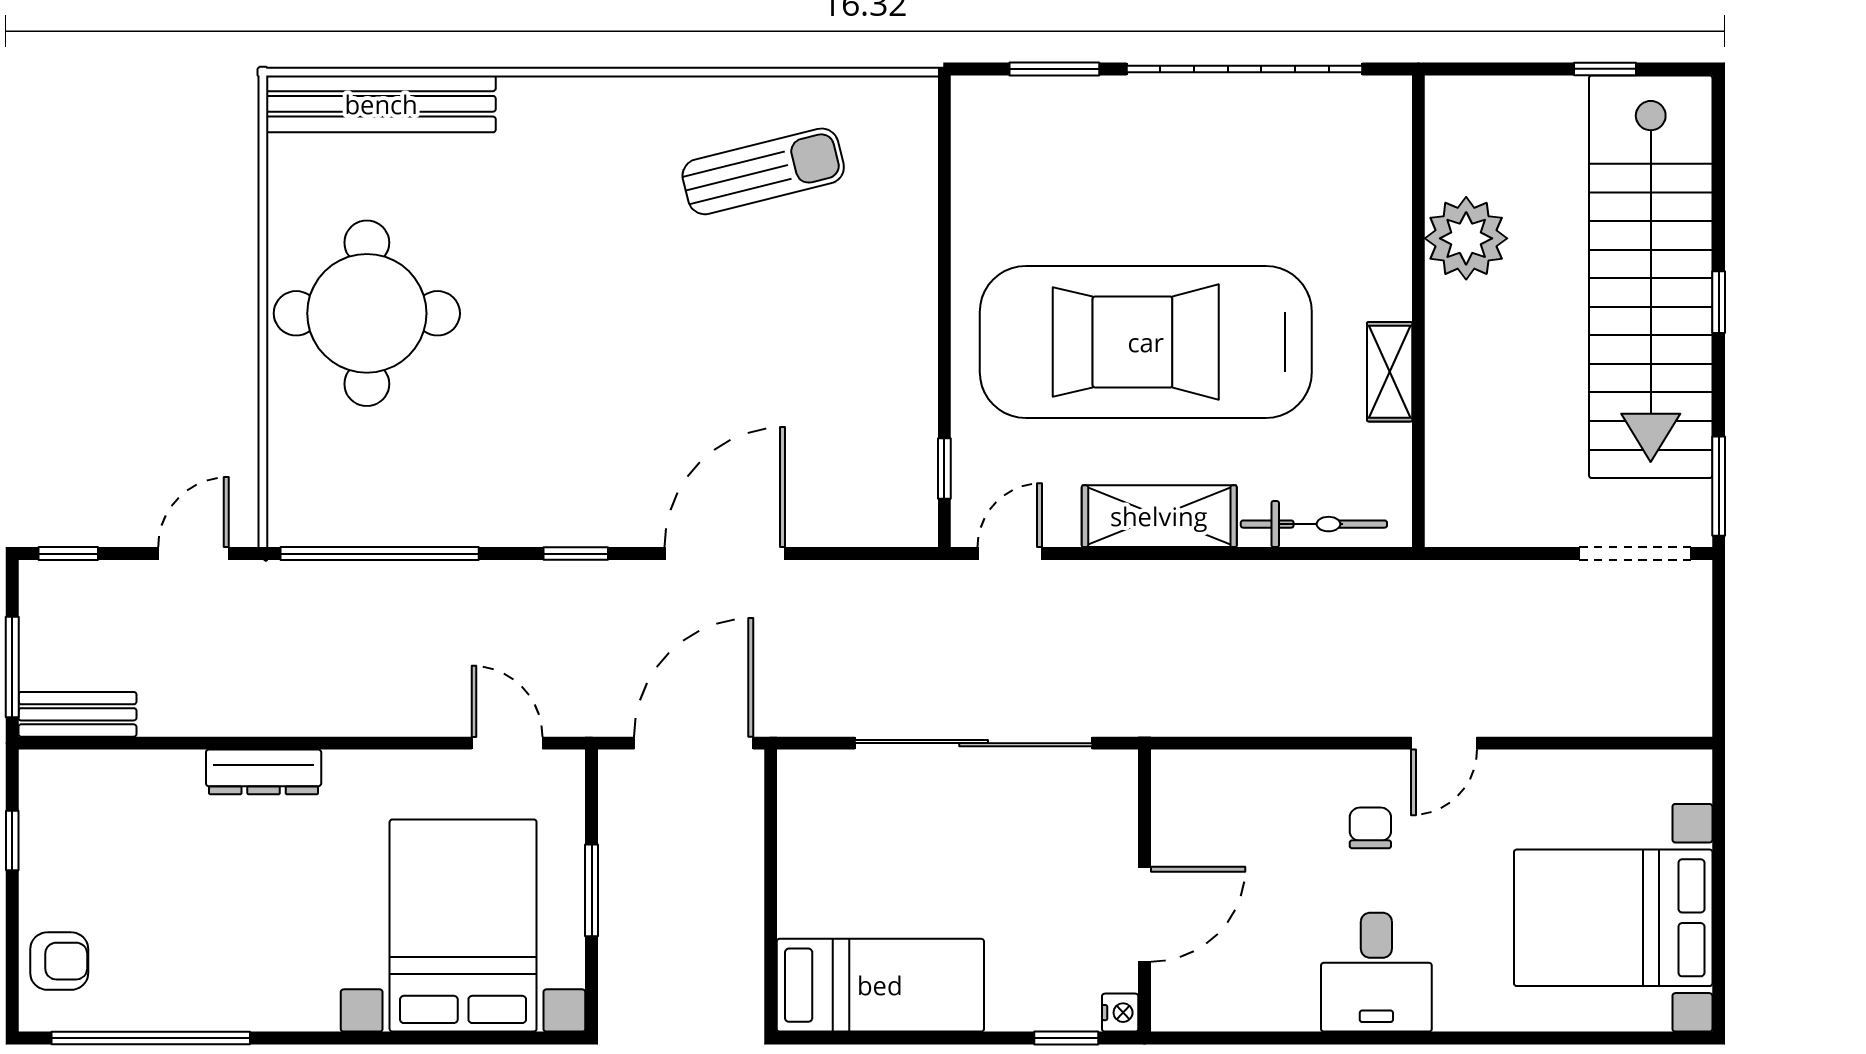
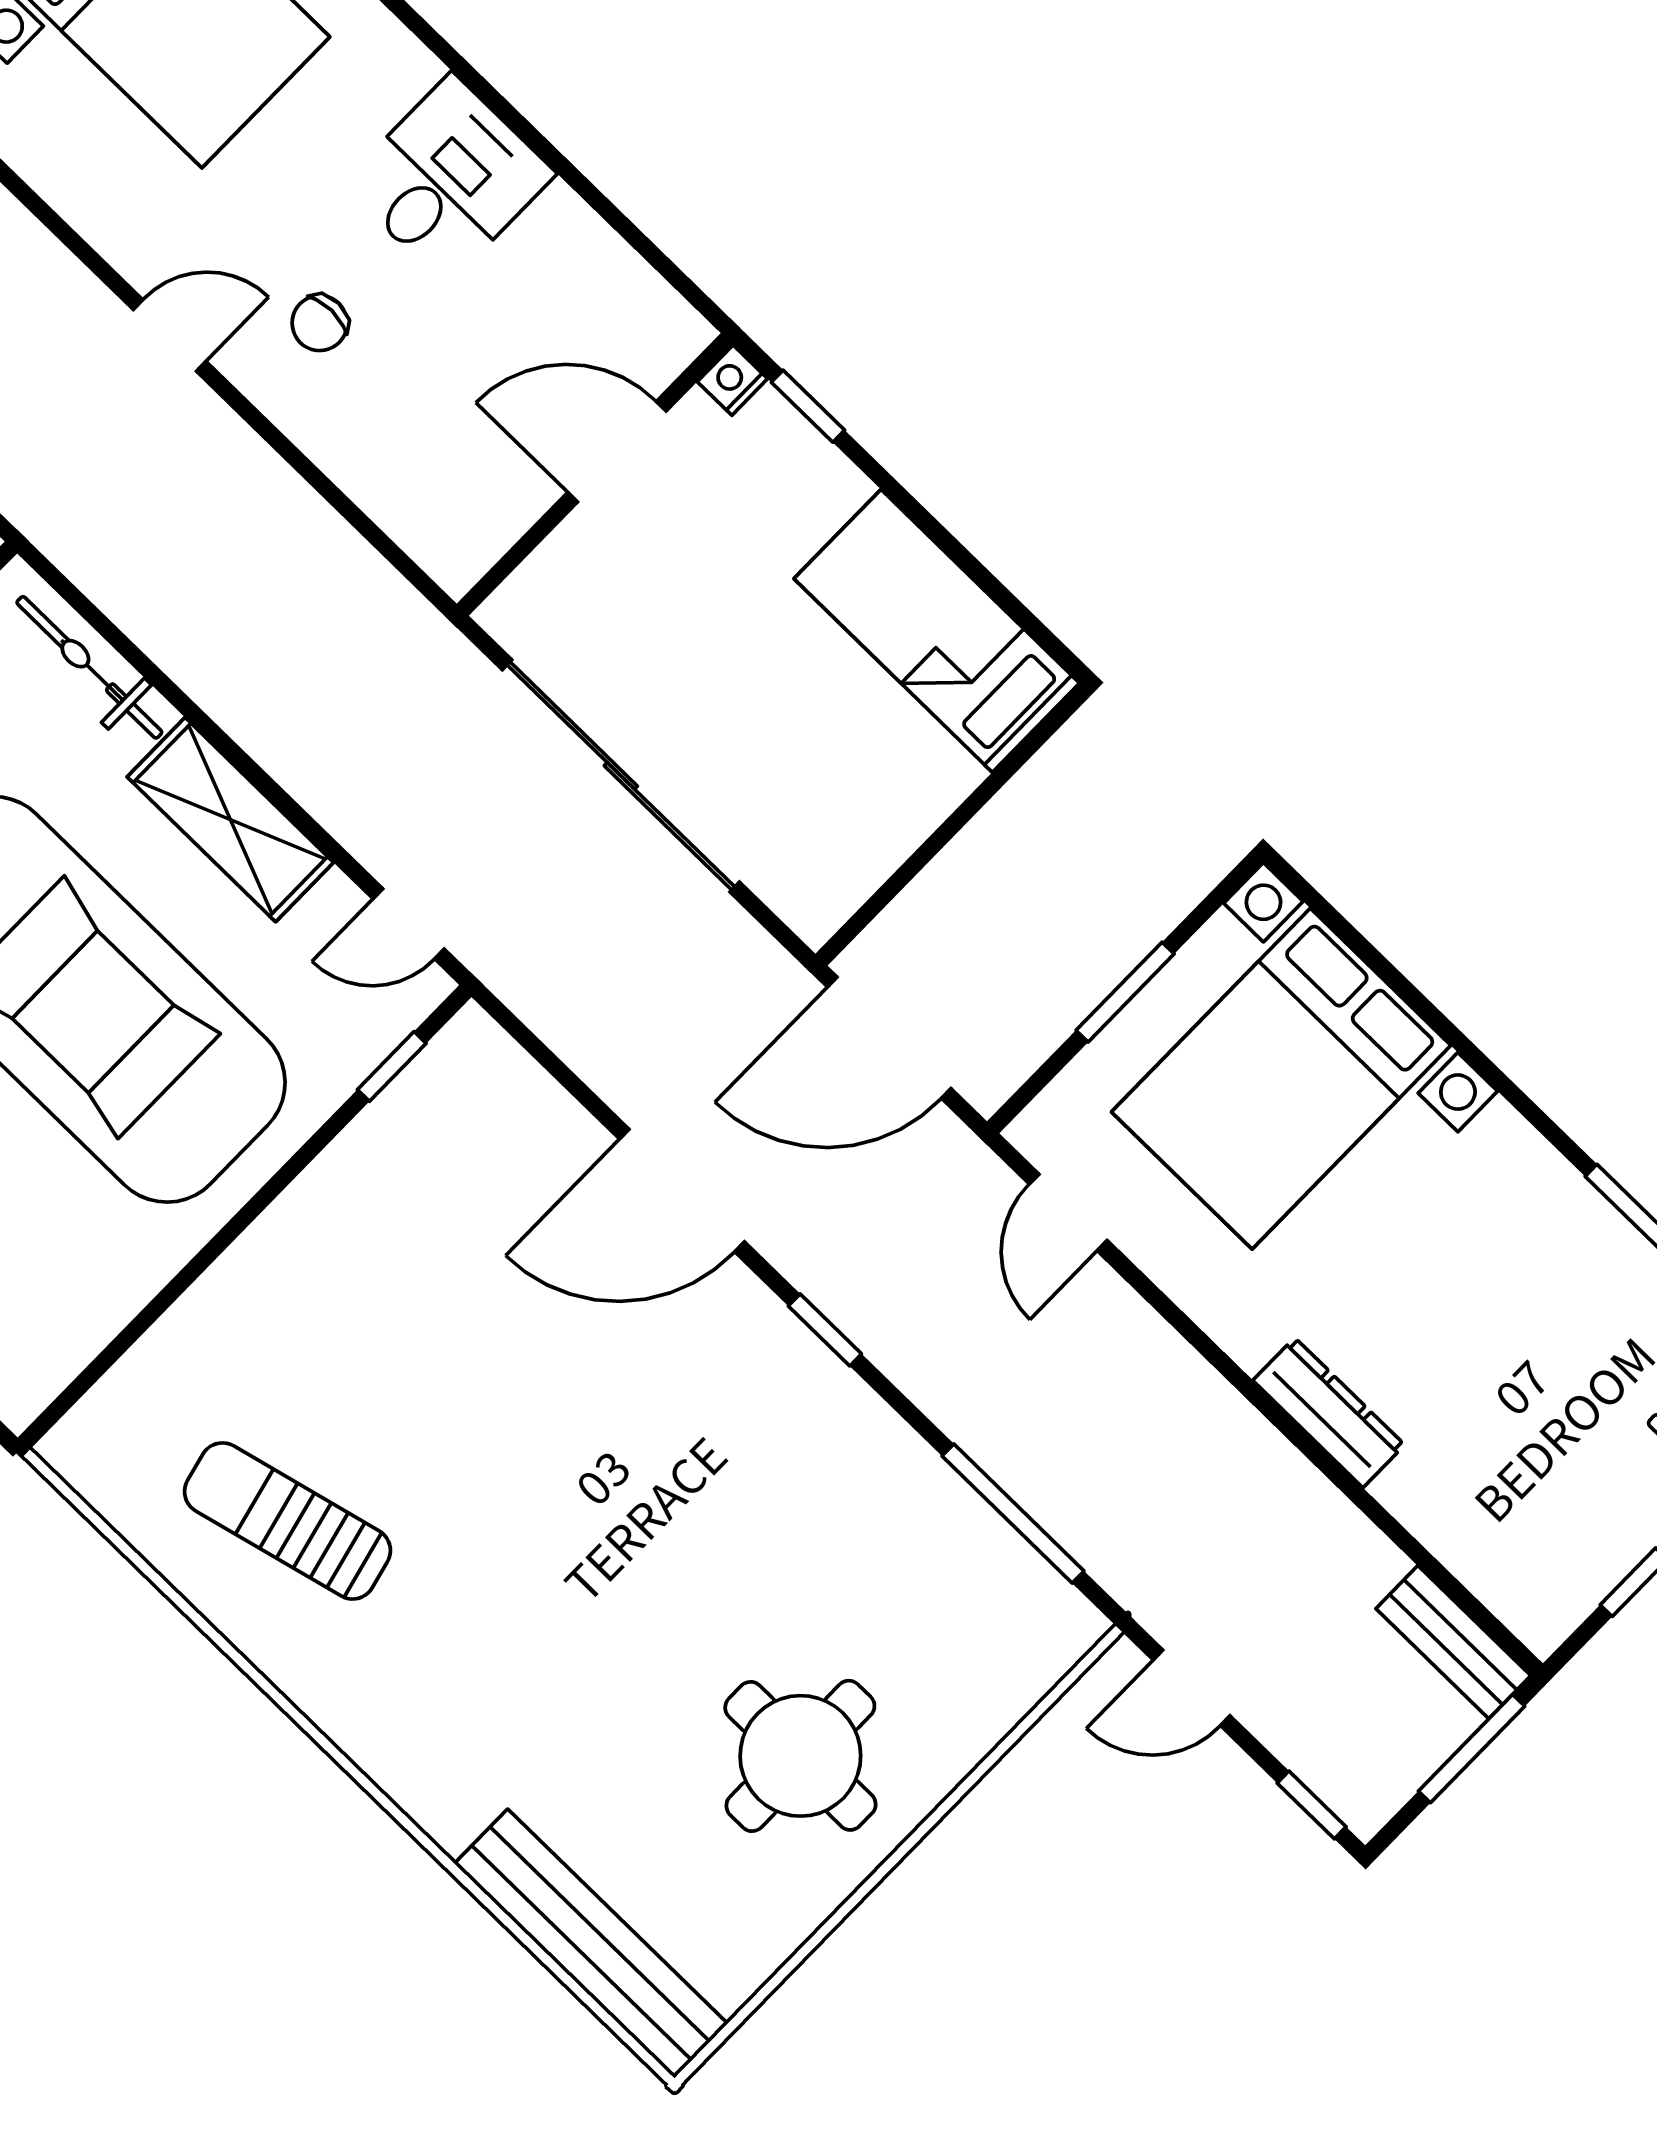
round table: (367, 313) -> (800, 1756), width x0.73, depth x0.73
window: (380, 554) -> (1013, 1514), width x0.68

